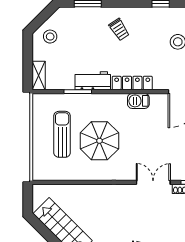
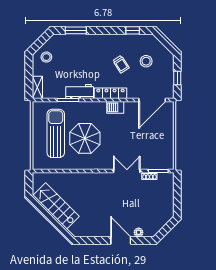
trolley: (119, 29) -> (121, 64), moved
sun lounger: (62, 134) -> (56, 133), width x1.36, depth x1.34

